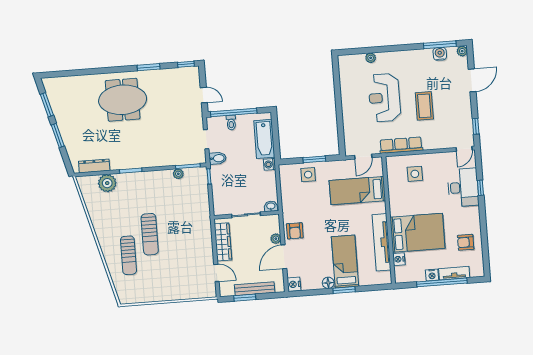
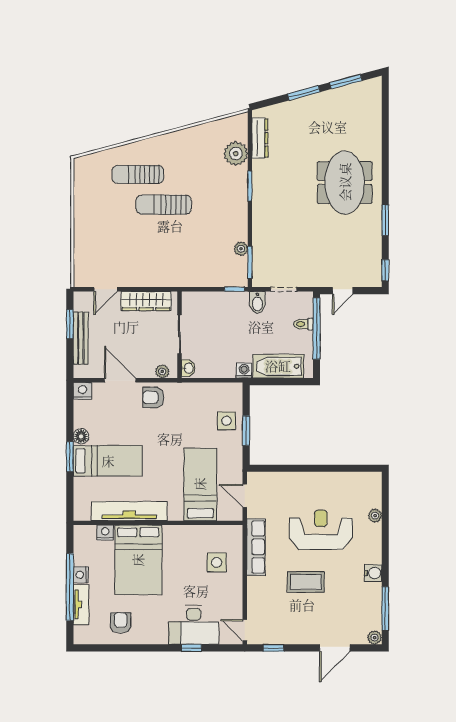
water cooler: (440, 54) -> (373, 573), moved
door: (472, 80) -> (335, 648), hinge flipped
plant: (276, 239) -> (162, 371), moved

